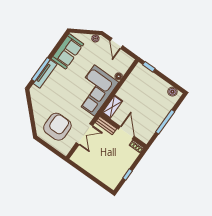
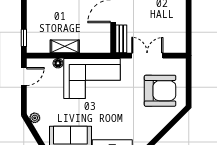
door: (116, 43) -> (24, 76), moved
shelving: (112, 107) -> (65, 46), moved
armchair: (57, 127) -> (160, 91), turned 180

